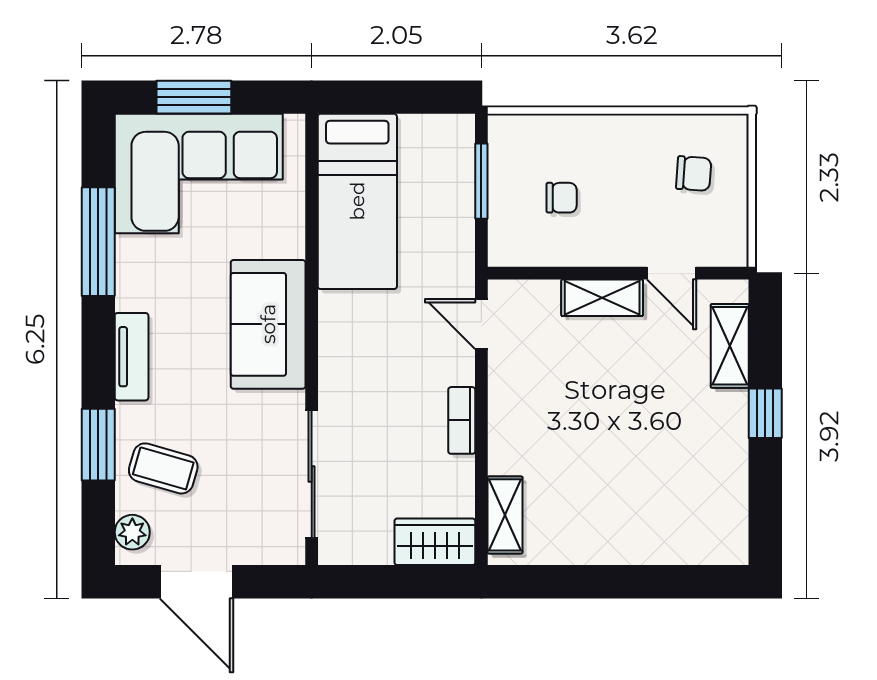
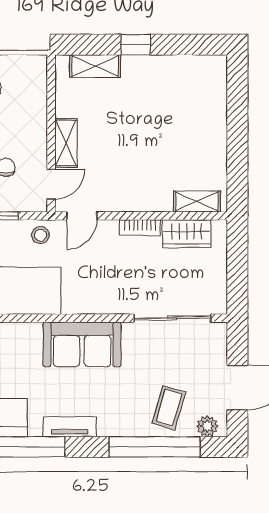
stool: (449, 256) -> (41, 235), added
door: (672, 273) -> (51, 184), moved
tv unit: (132, 357) -> (70, 427), moved
window: (98, 445) -> (155, 447), width x2.11
wardrobe: (435, 542) -> (187, 234), moved, turned -90

